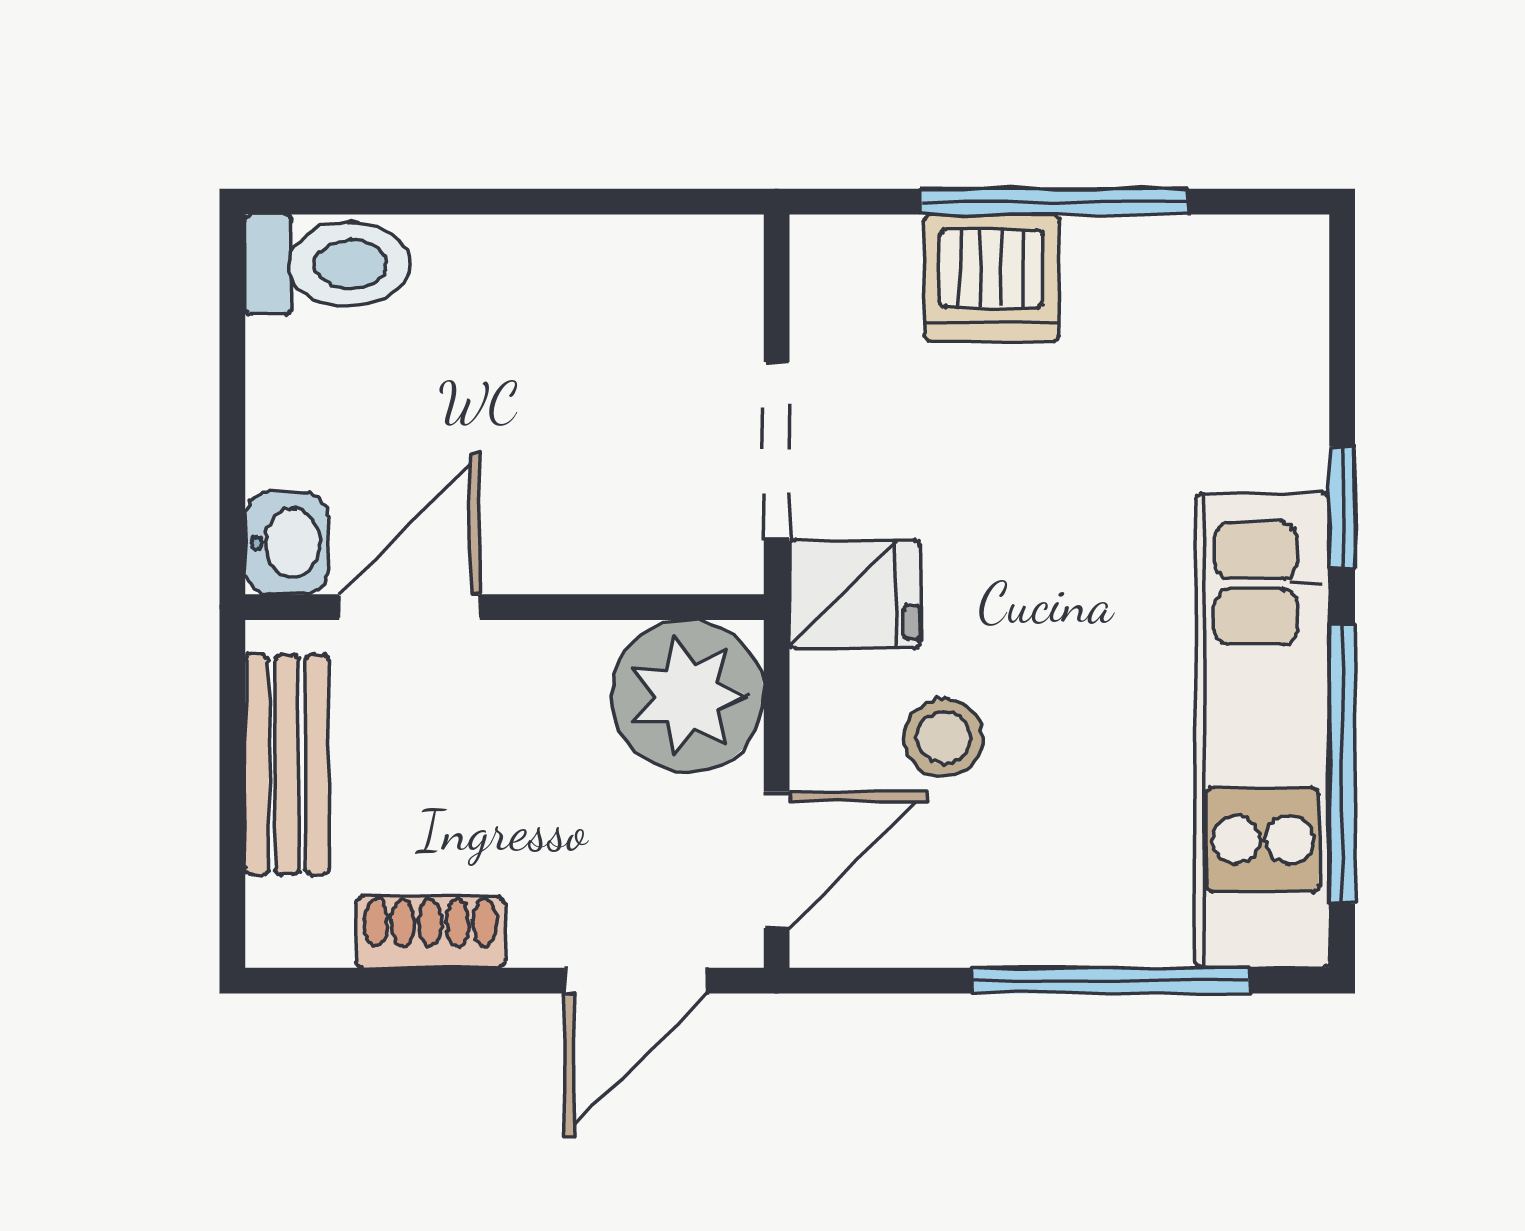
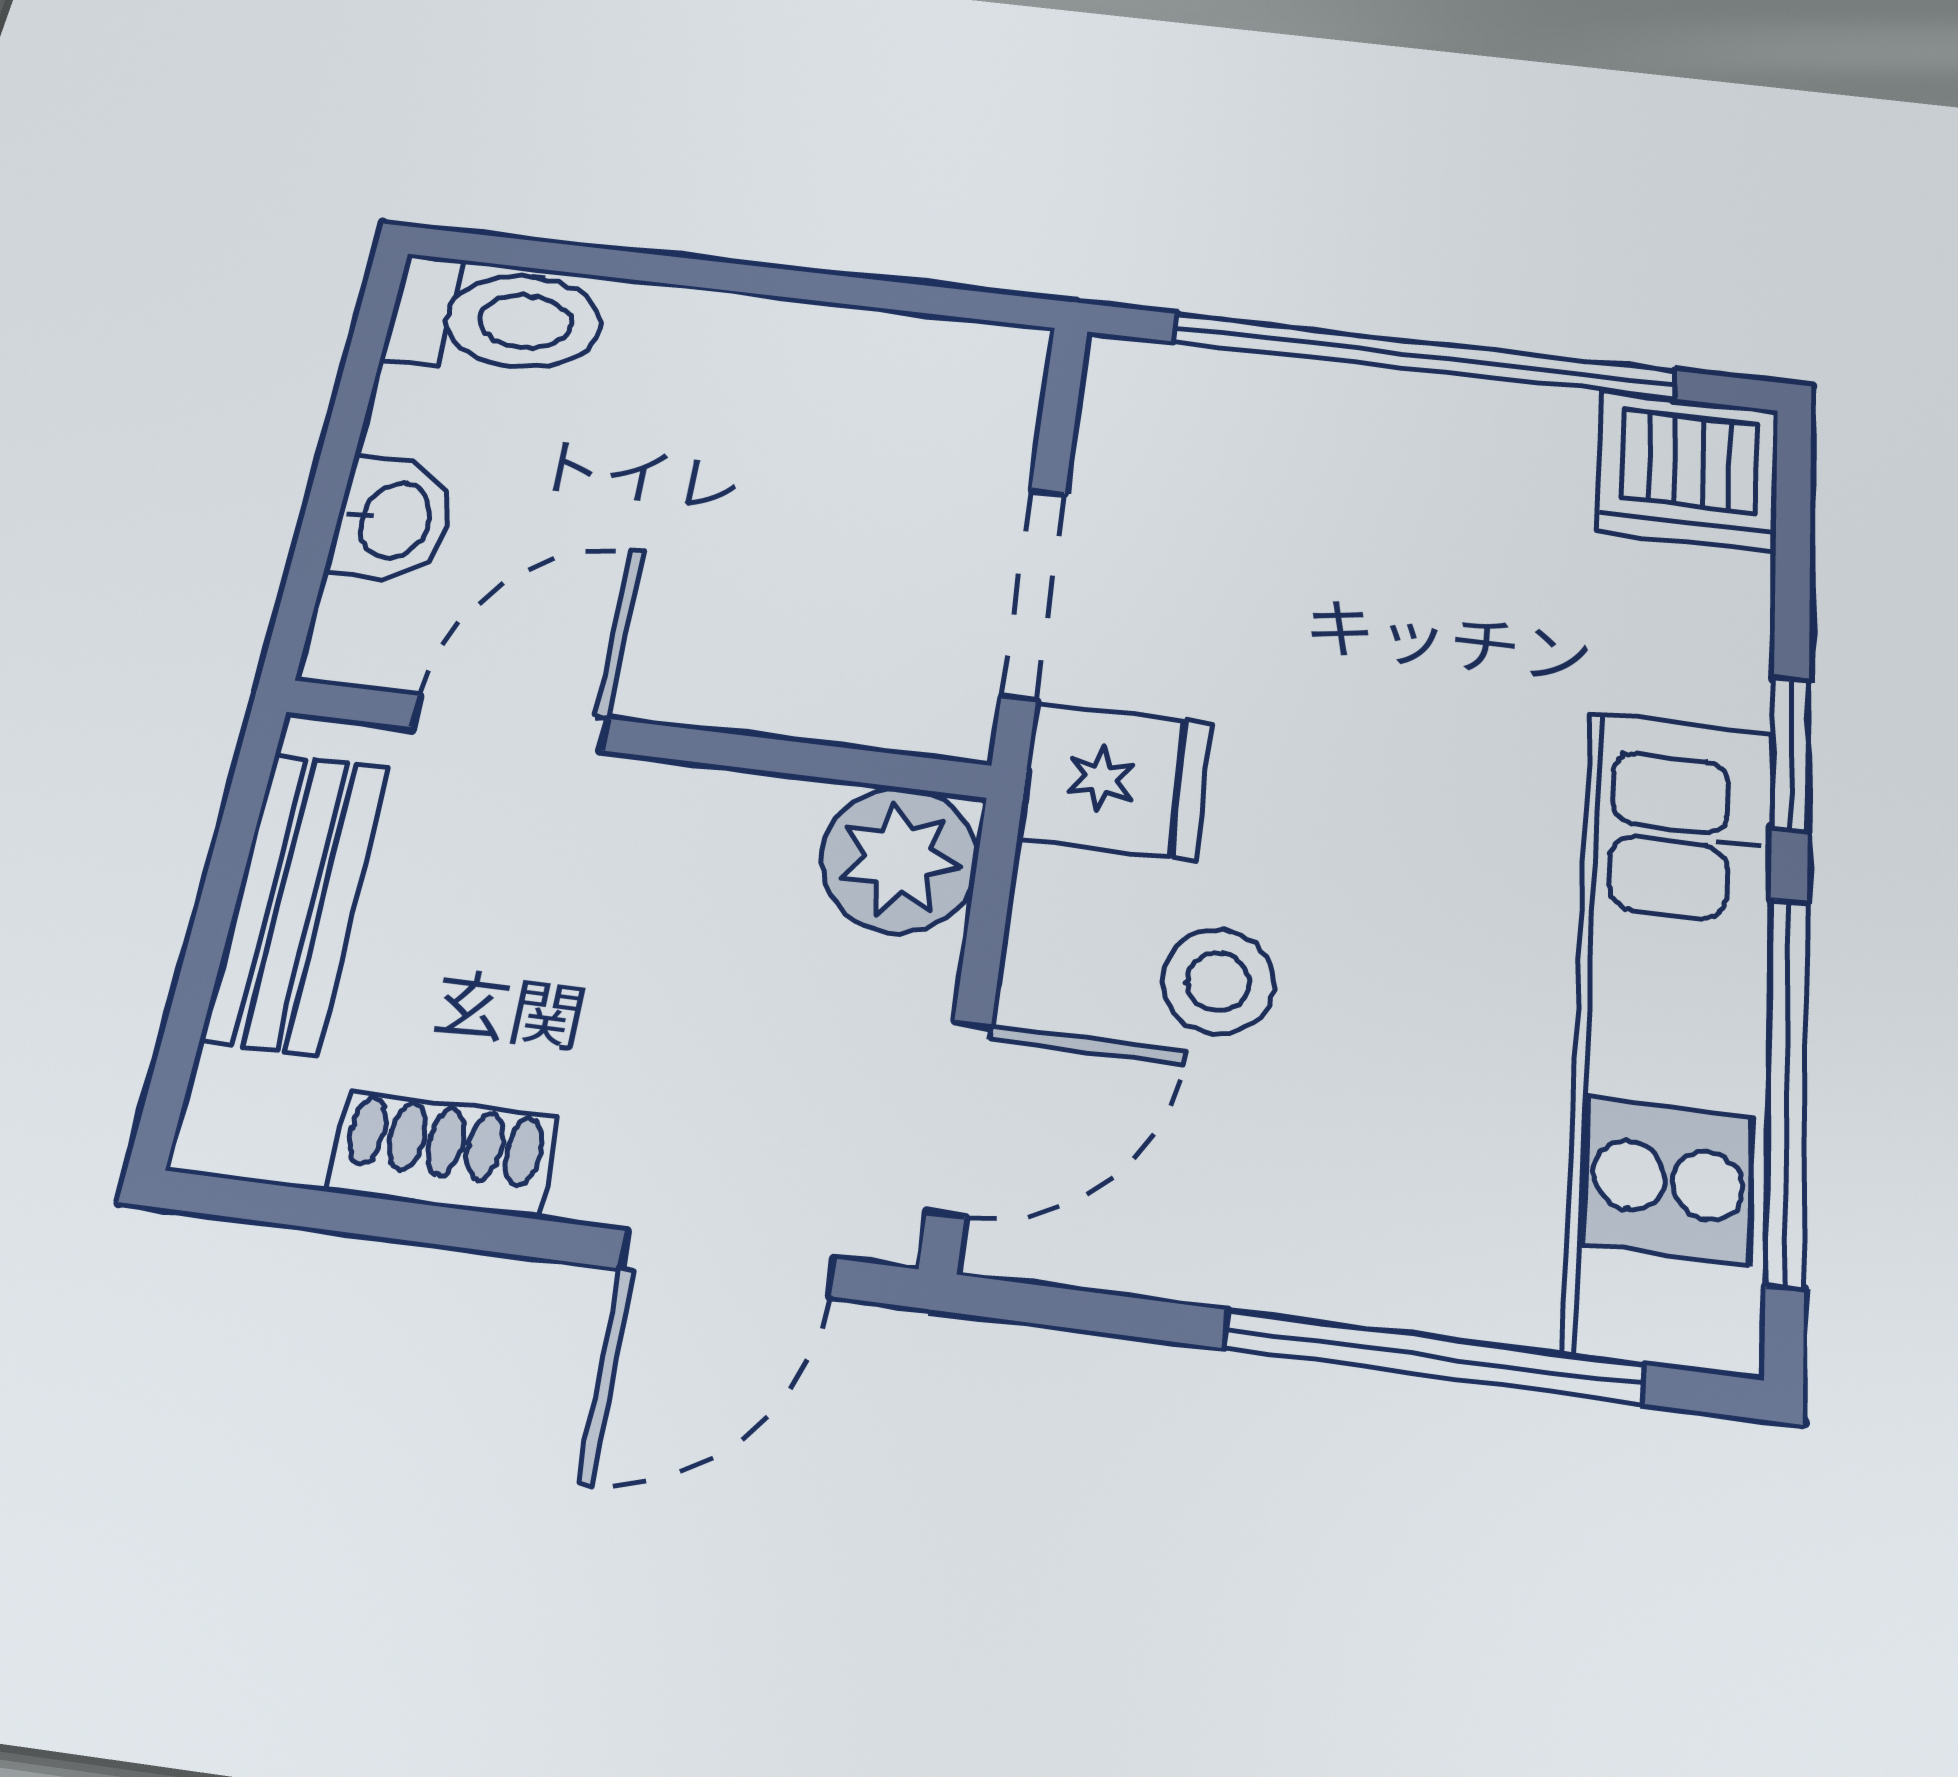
window: (1054, 202) -> (1424, 356), width x1.46
dishwasher: (991, 278) -> (1688, 471), moved
washbasin: (287, 543) -> (392, 520), moved
plant: (687, 696) -> (899, 859), width x0.73, depth x0.73

